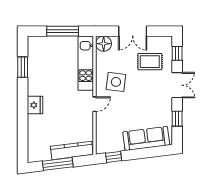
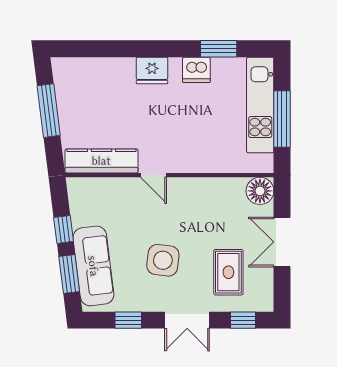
kitchen unit: (86, 63) -> (260, 105), moved, turned -90
dishwasher: (35, 80) -> (196, 70), added
side table: (116, 82) -> (163, 260), moved
kitchen counter: (72, 150) -> (101, 161), moved, turned -83
window: (151, 152) -> (69, 274), added
window: (114, 157) -> (64, 229), moved

